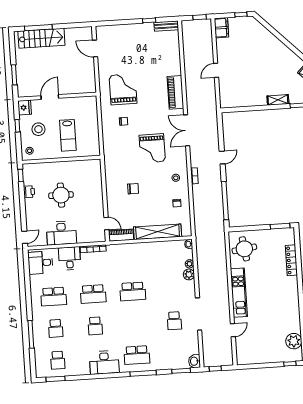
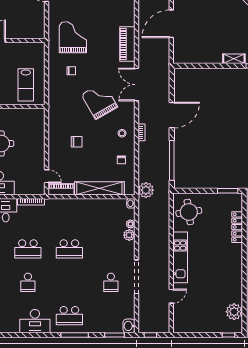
door: (216, 70) -> (171, 24), width x1.88
lab bench: (68, 135) -> (26, 85), moved
grand piano: (152, 148) -> (99, 101), turned 150
door: (222, 157) -> (172, 115), width x1.88
plant: (202, 231) -> (146, 190), added

